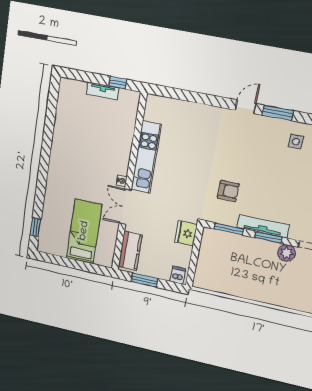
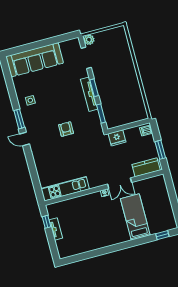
kitchen unit: (146, 157) -> (65, 189), moved
armchair: (228, 191) -> (66, 129), moved
bed: (84, 231) -> (135, 217), moved, turned 90
plant: (287, 253) -> (98, 72), removed

